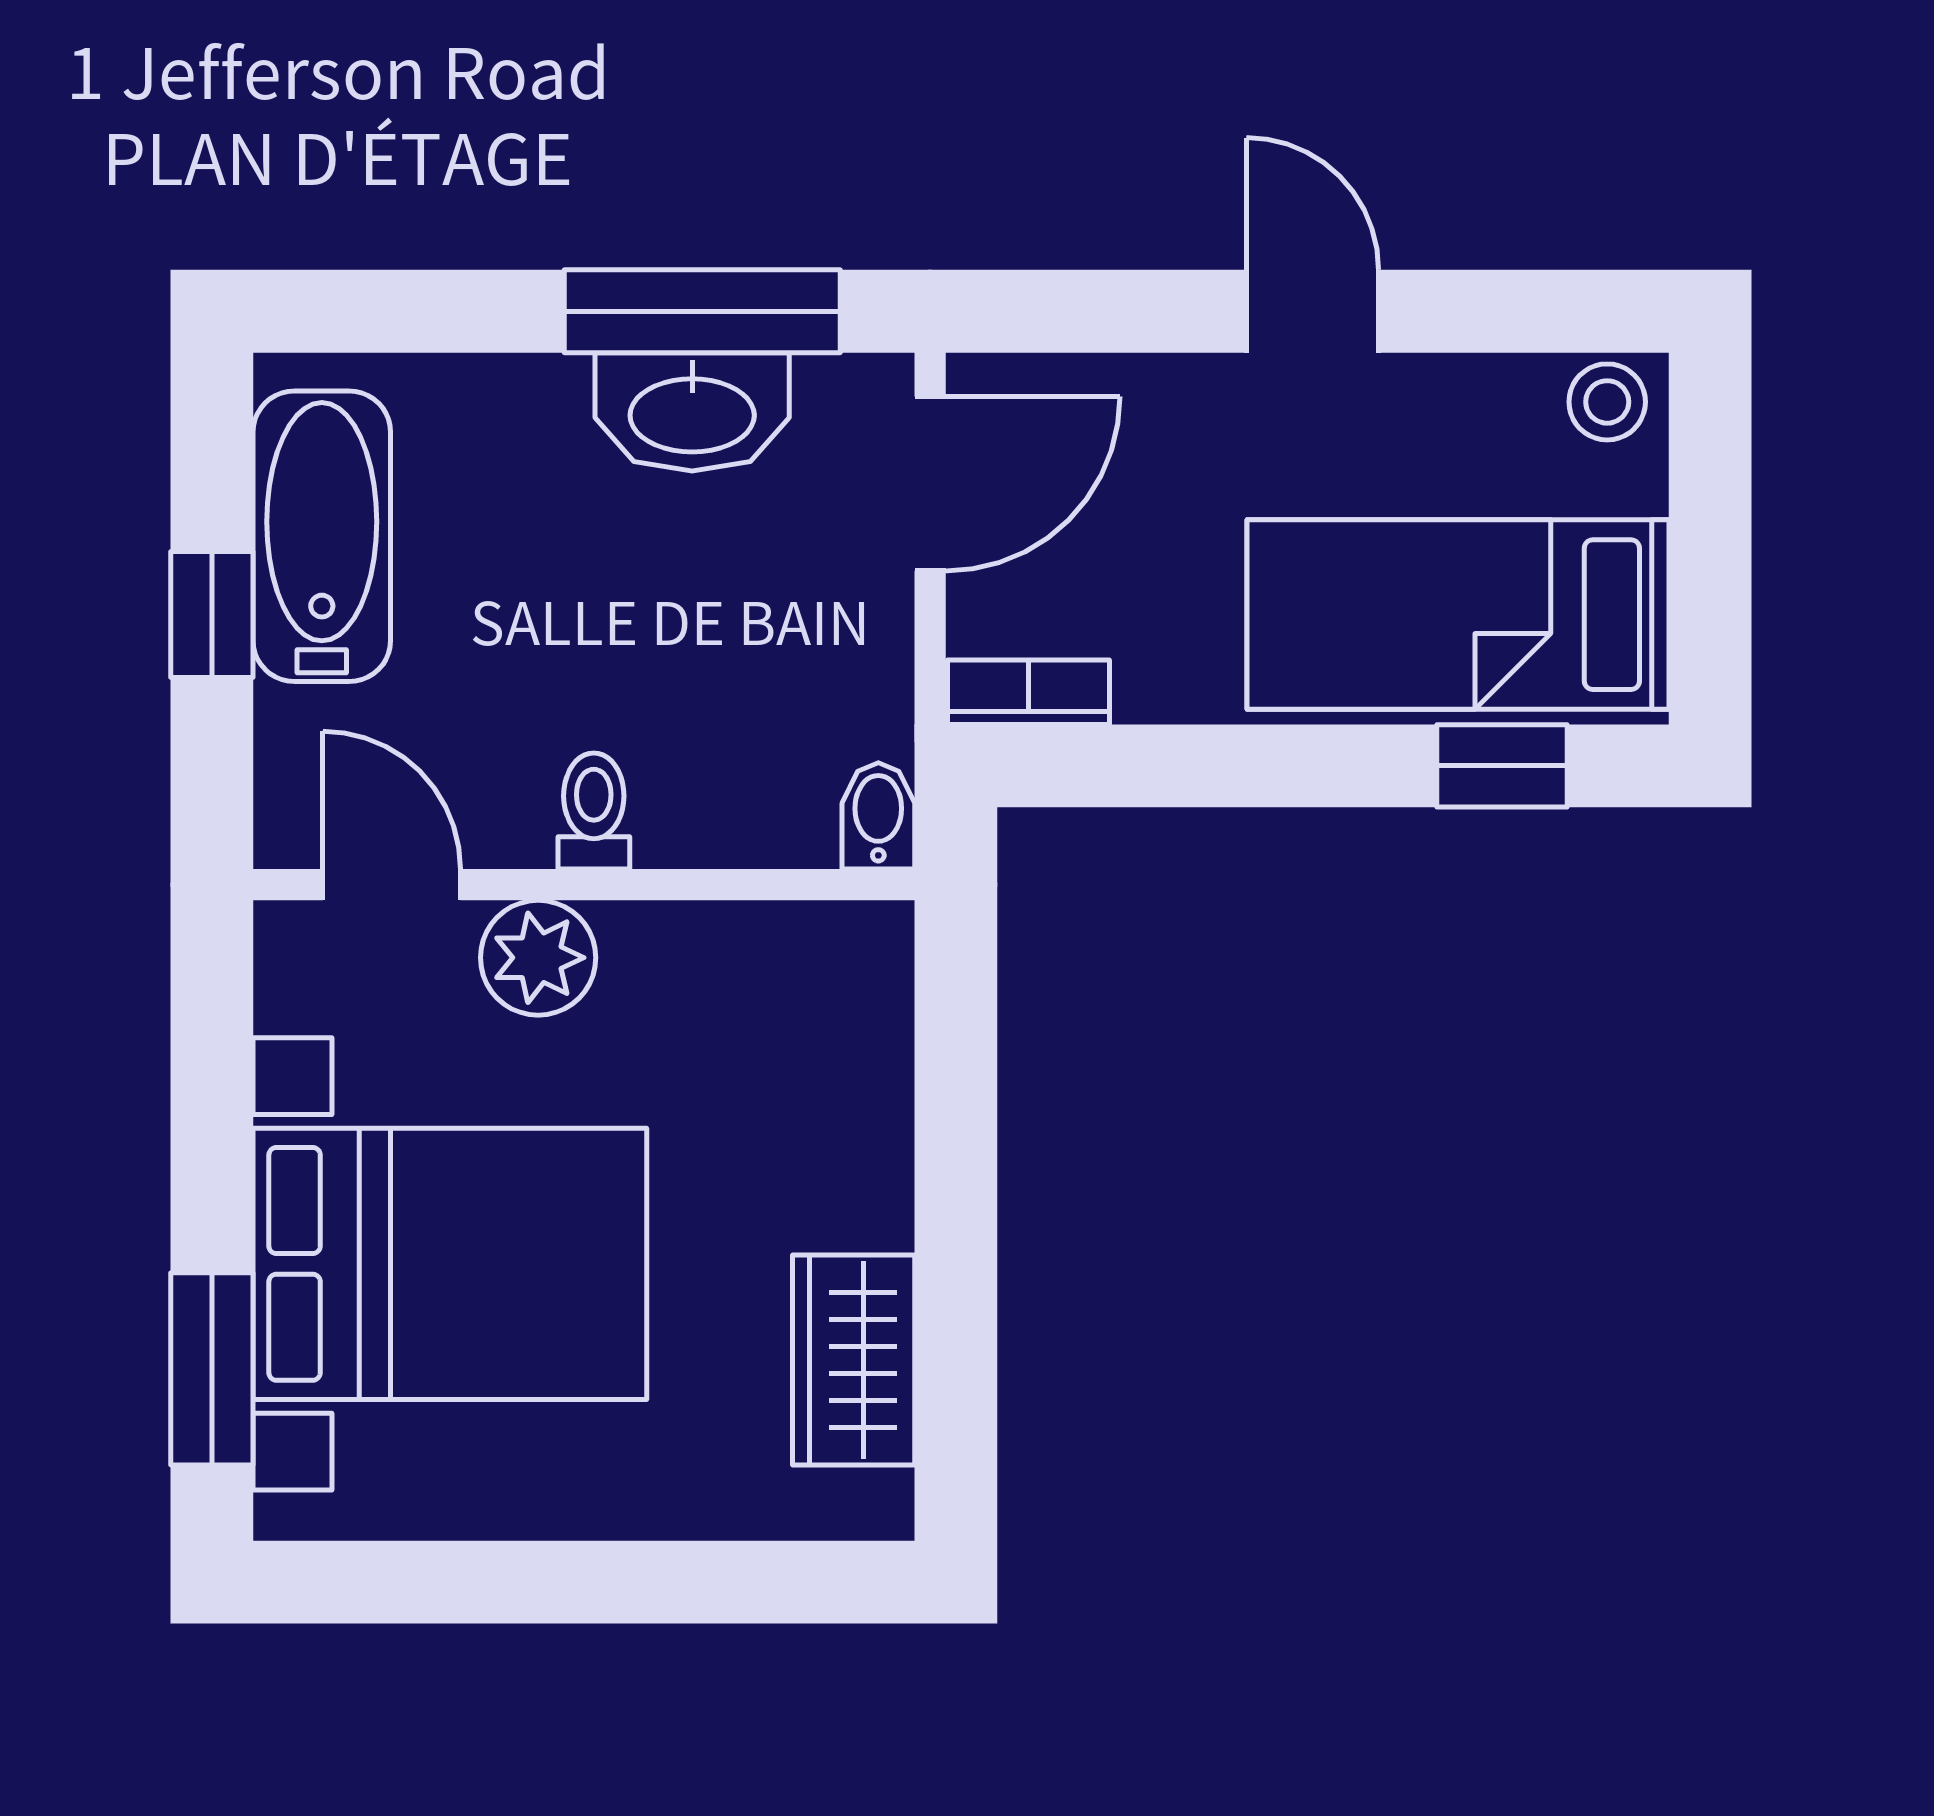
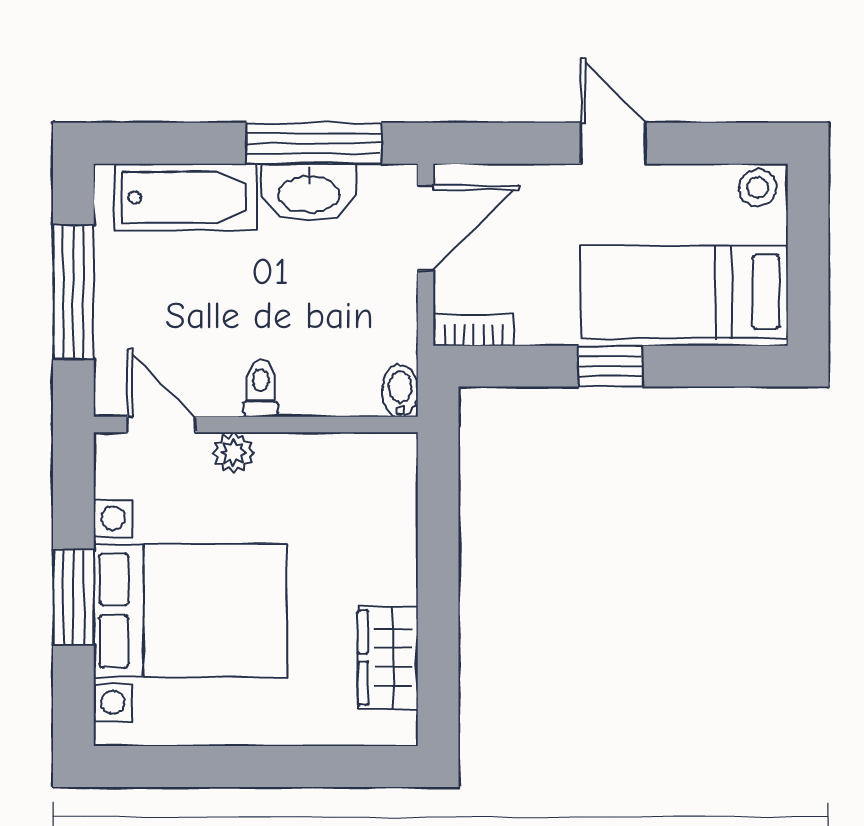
bathtub: (322, 536) -> (186, 197), moved, turned 90
window: (212, 615) -> (73, 292), width x2.17
window: (1502, 766) -> (610, 366), moved
plant: (538, 958) -> (233, 453), width x0.73, depth x0.73
window: (212, 1369) -> (73, 597), moved

